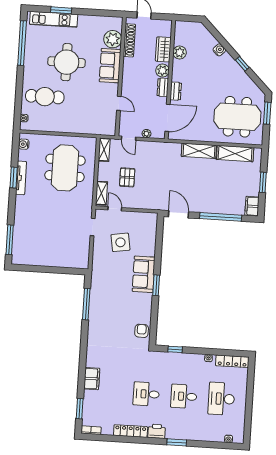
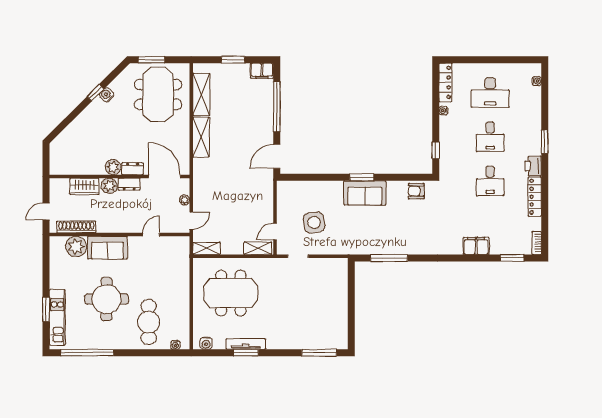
water cooler: (219, 50) -> (107, 95), moved
plant: (180, 52) -> (113, 167), moved
pallet: (127, 177) -> (237, 219), removed
sofa: (144, 274) -> (365, 193), moved

